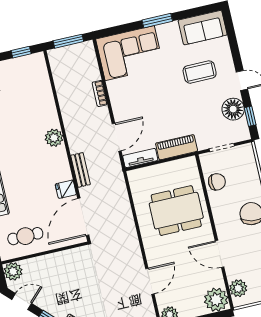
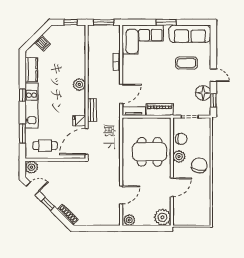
sofa: (203, 28) -> (190, 34), width x1.36
door: (220, 254) -> (172, 187), swing flipped
plant: (238, 288) -> (179, 156), moved

